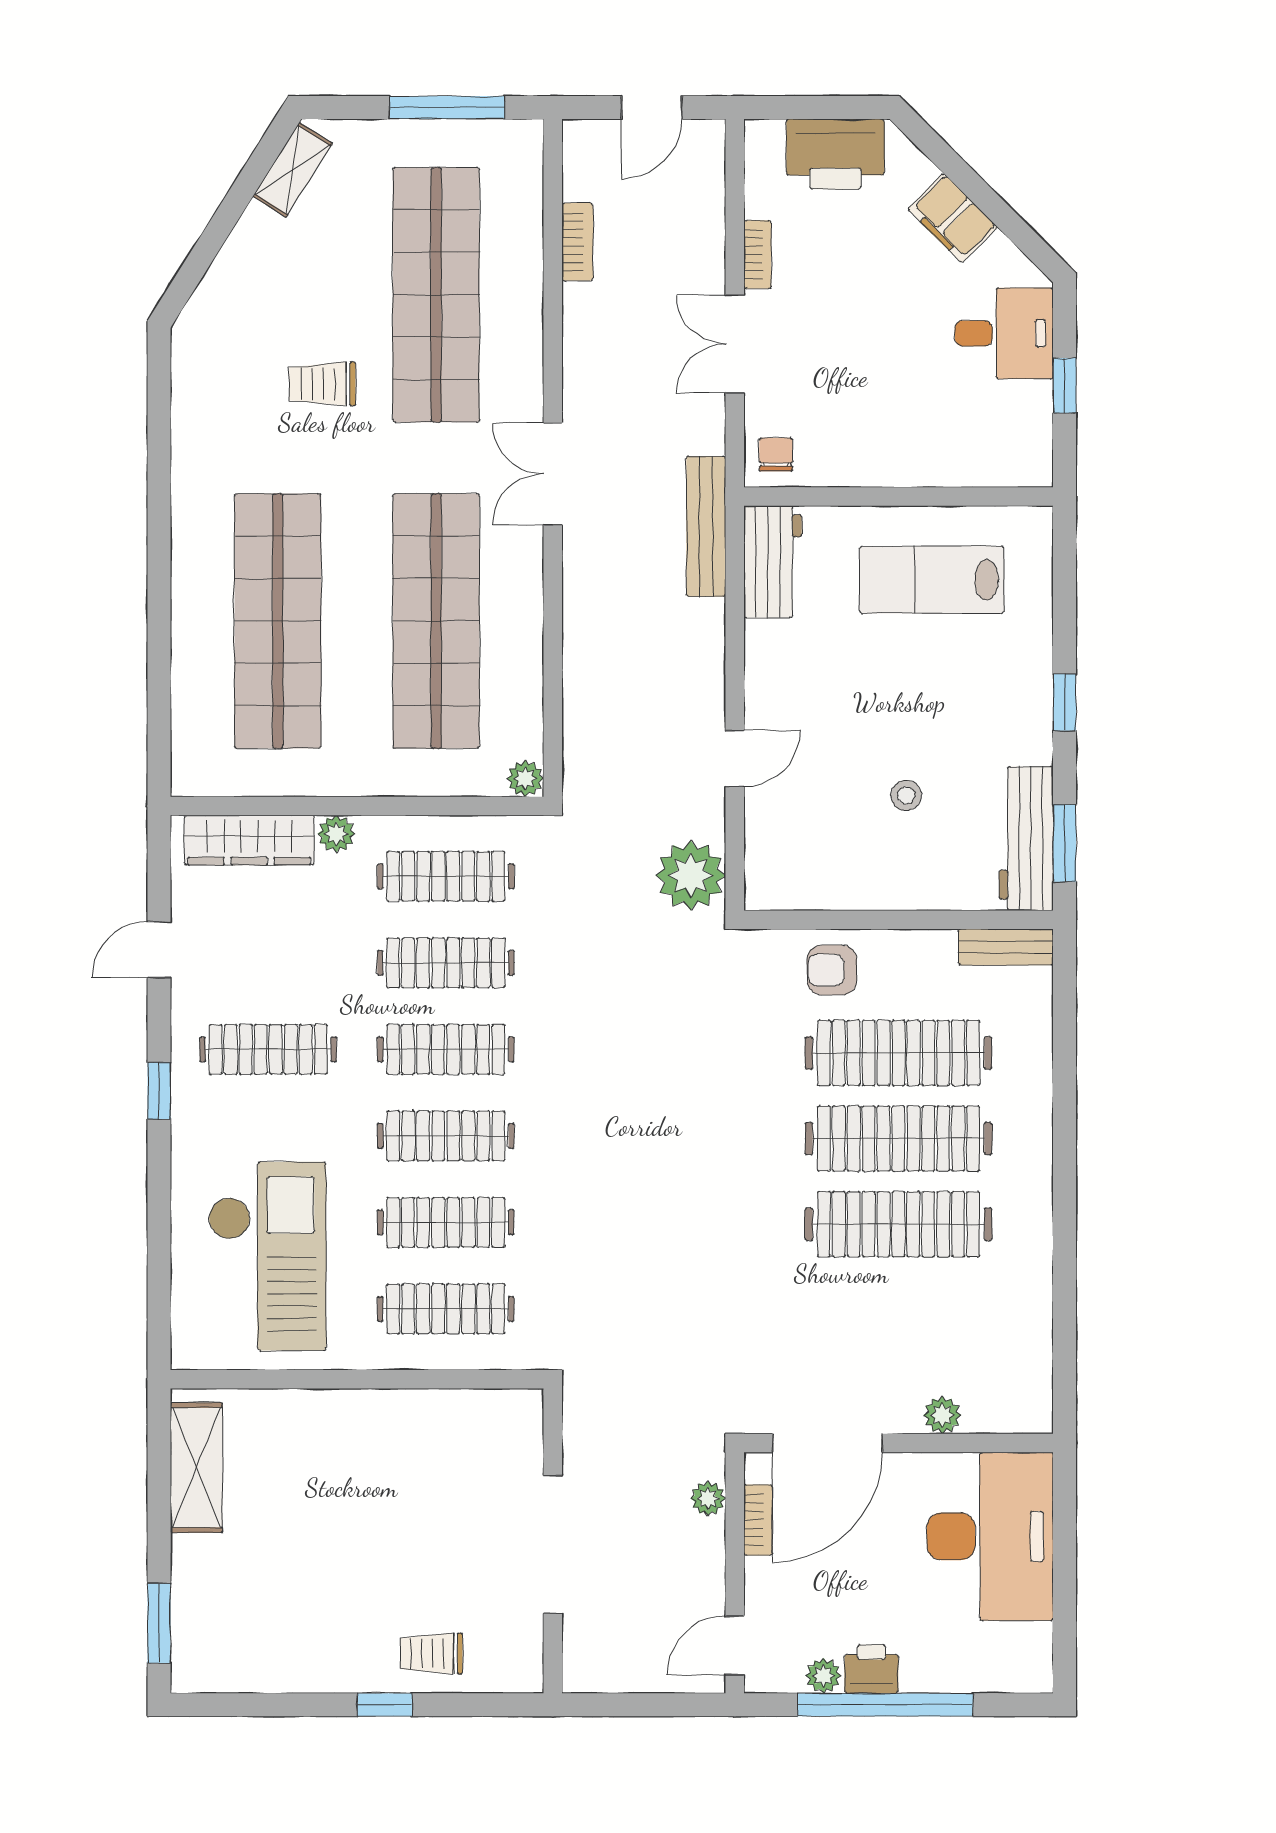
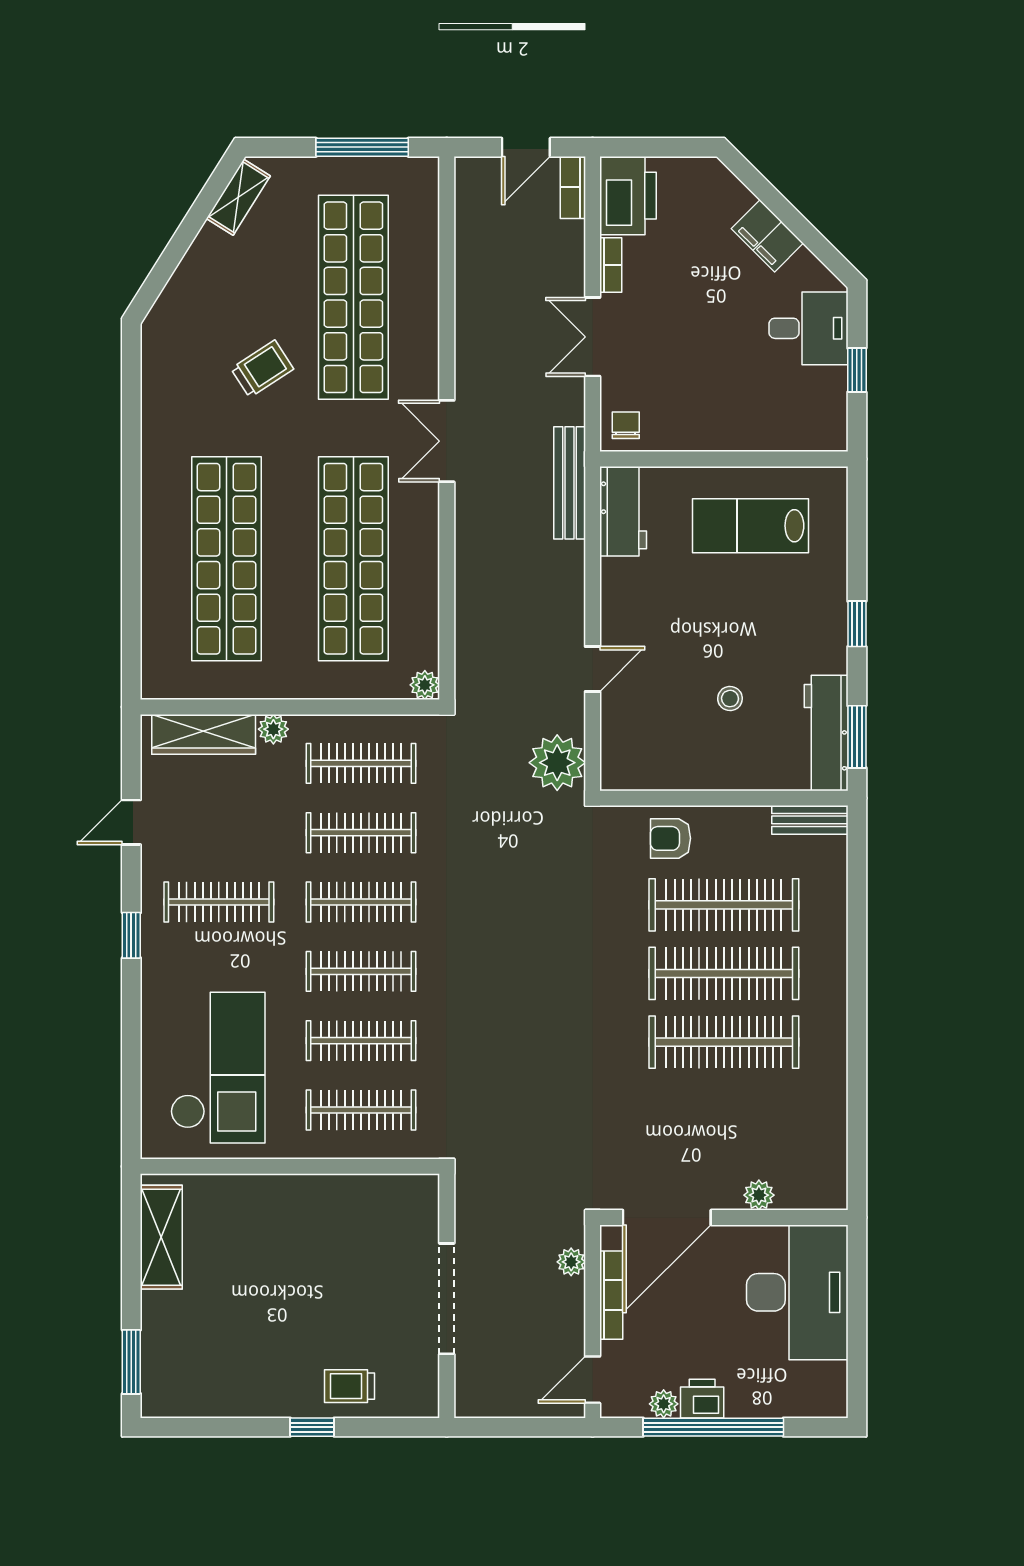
printer: (835, 154) -> (628, 196), moved, turned -90
bookcase: (577, 242) -> (573, 187), moved, turned 180
trolley: (322, 384) -> (262, 369), turned 147
bookcase: (758, 1520) -> (611, 1295), width x1.56

